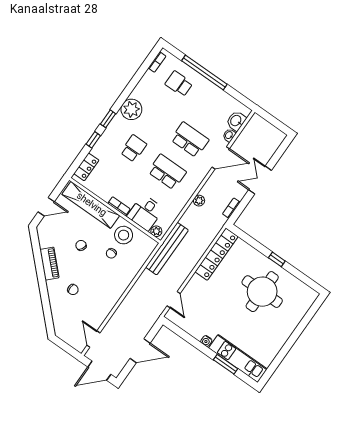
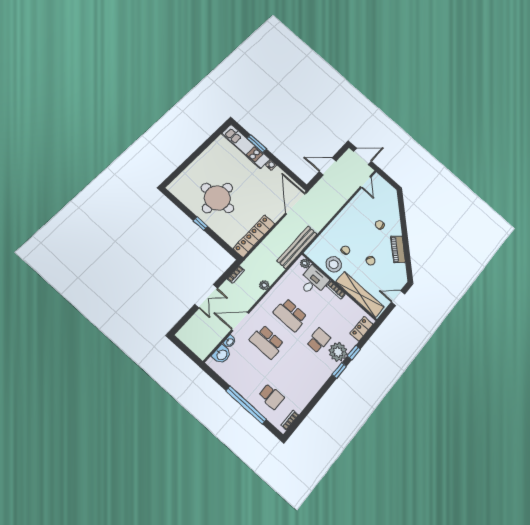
plant: (131, 109) -> (338, 352), moved
school desk: (133, 148) -> (319, 340), turned 180
door: (174, 300) -> (296, 203), width x1.87

